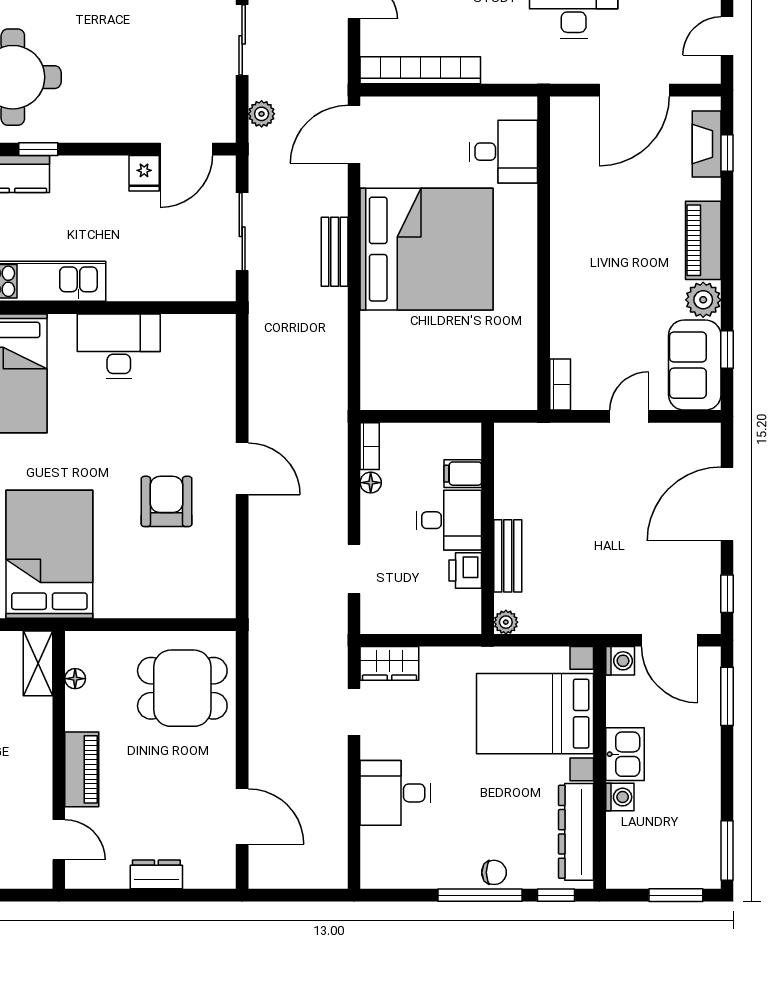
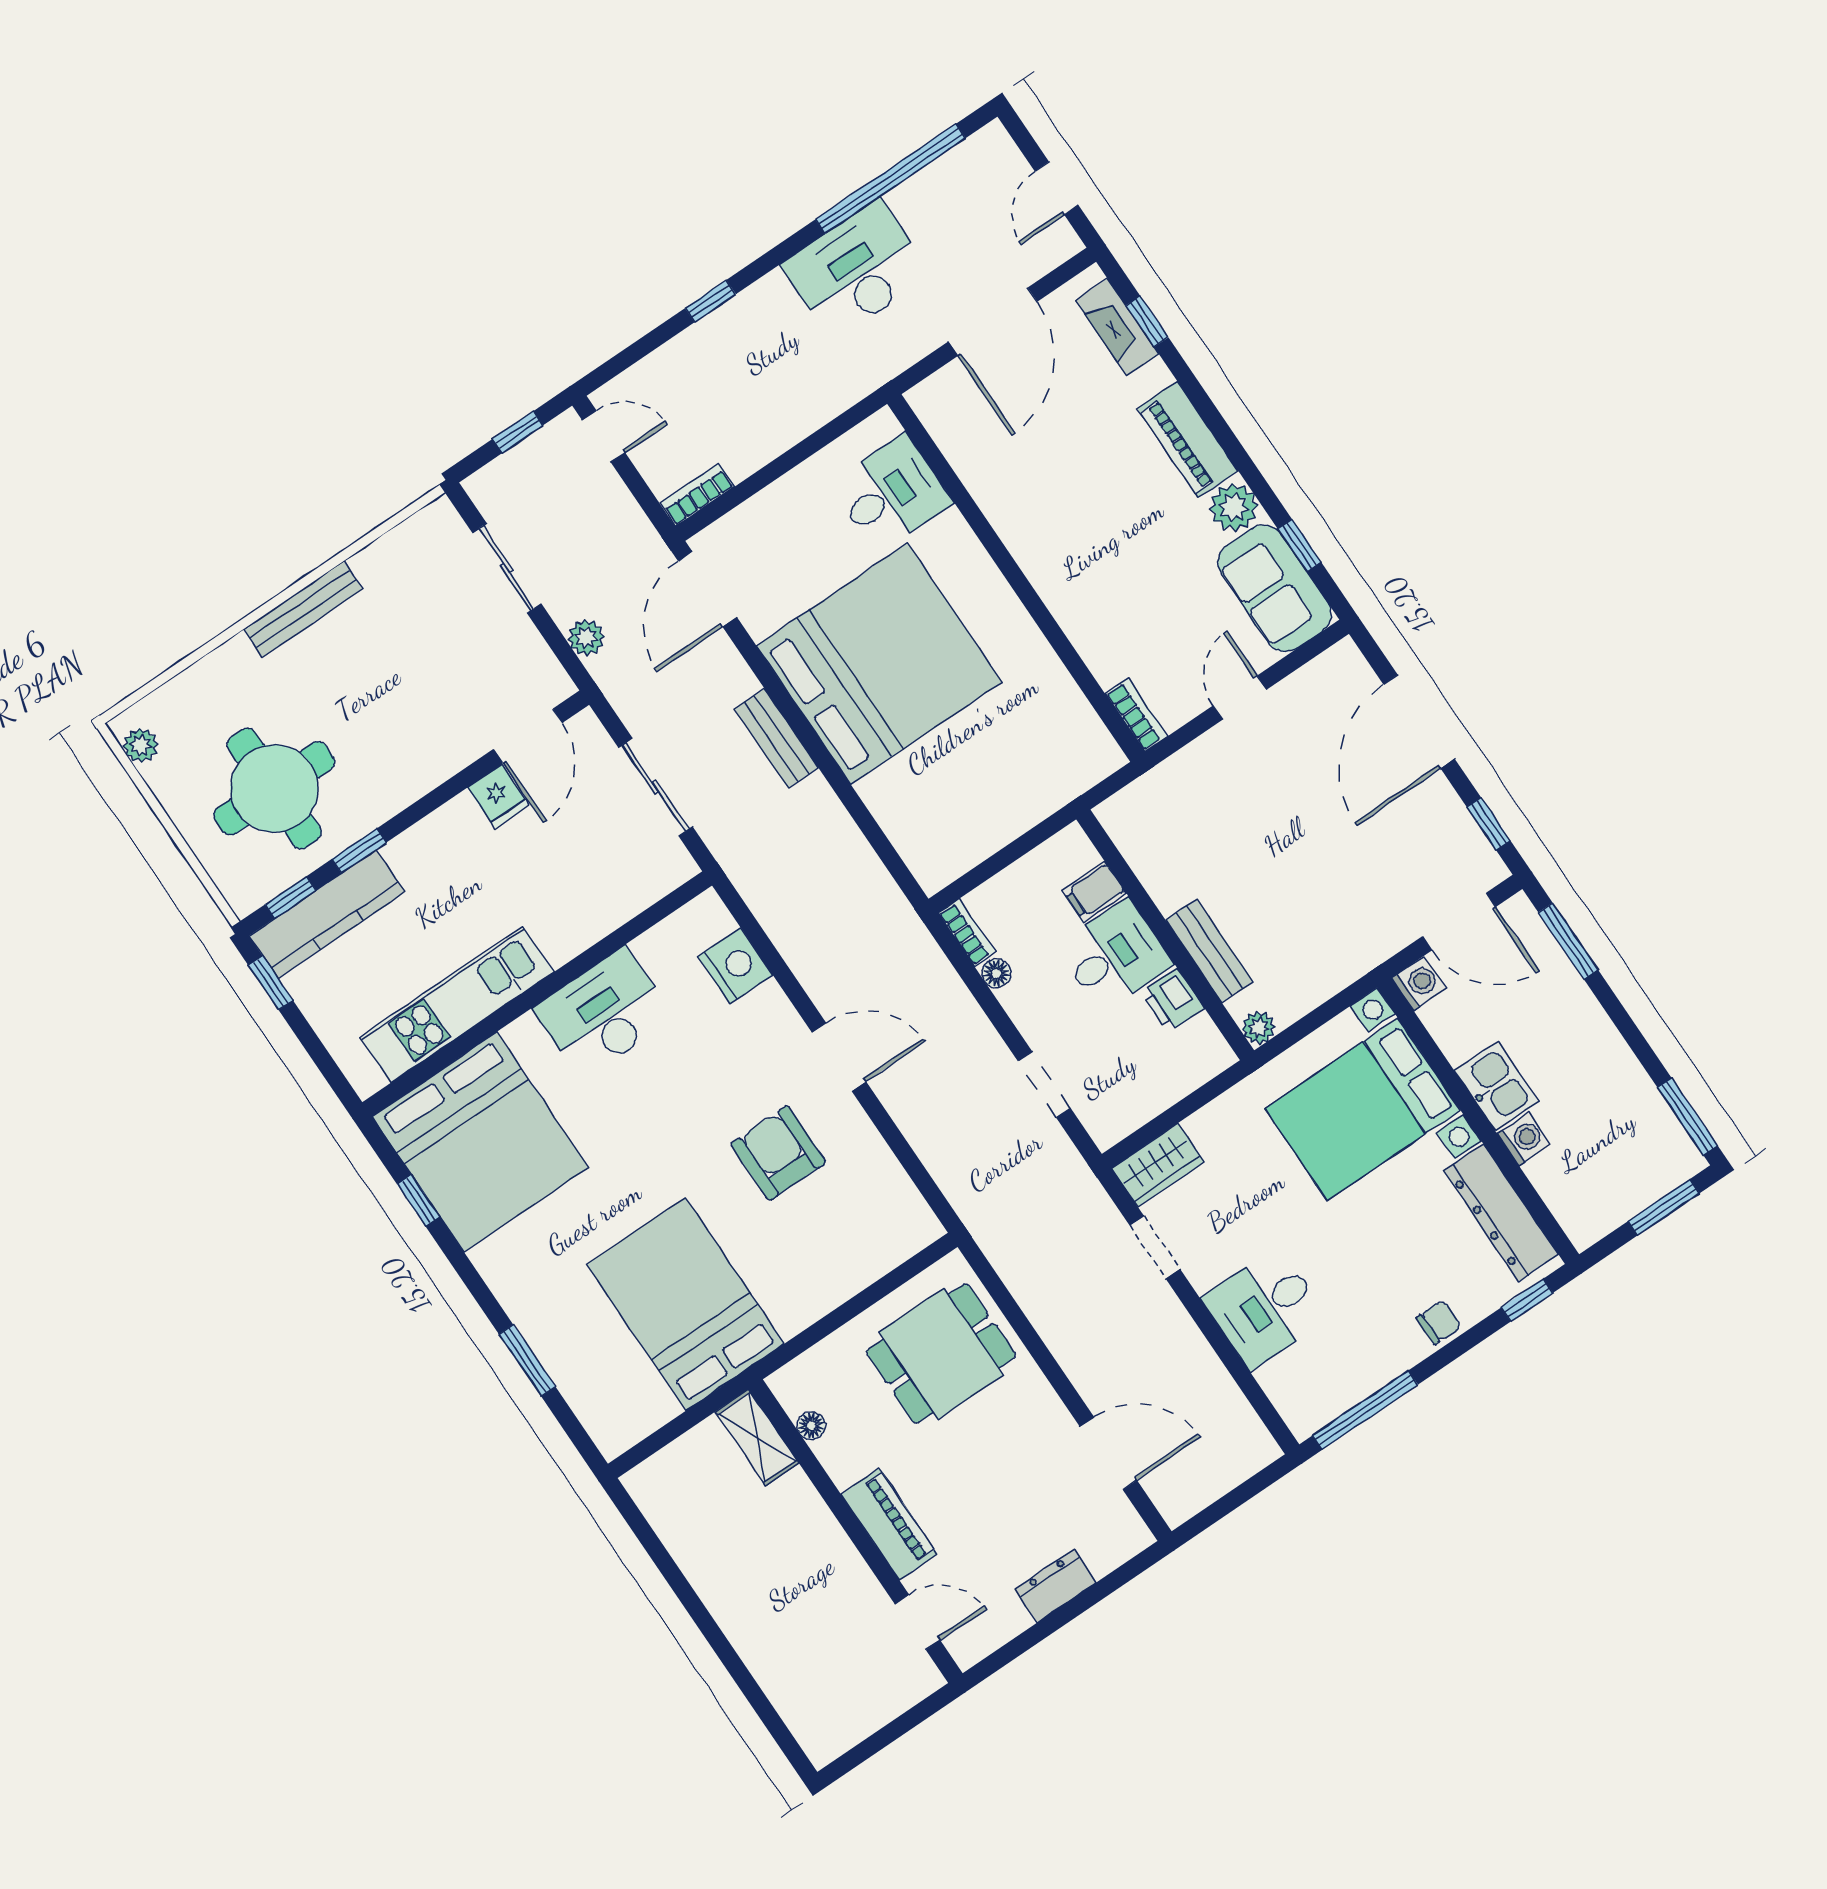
bookcase: (420, 70) -> (697, 495), width x0.43, depth x0.76
nightstand: (217, 372) -> (735, 966), added
window: (480, 895) -> (1365, 1410), moved

